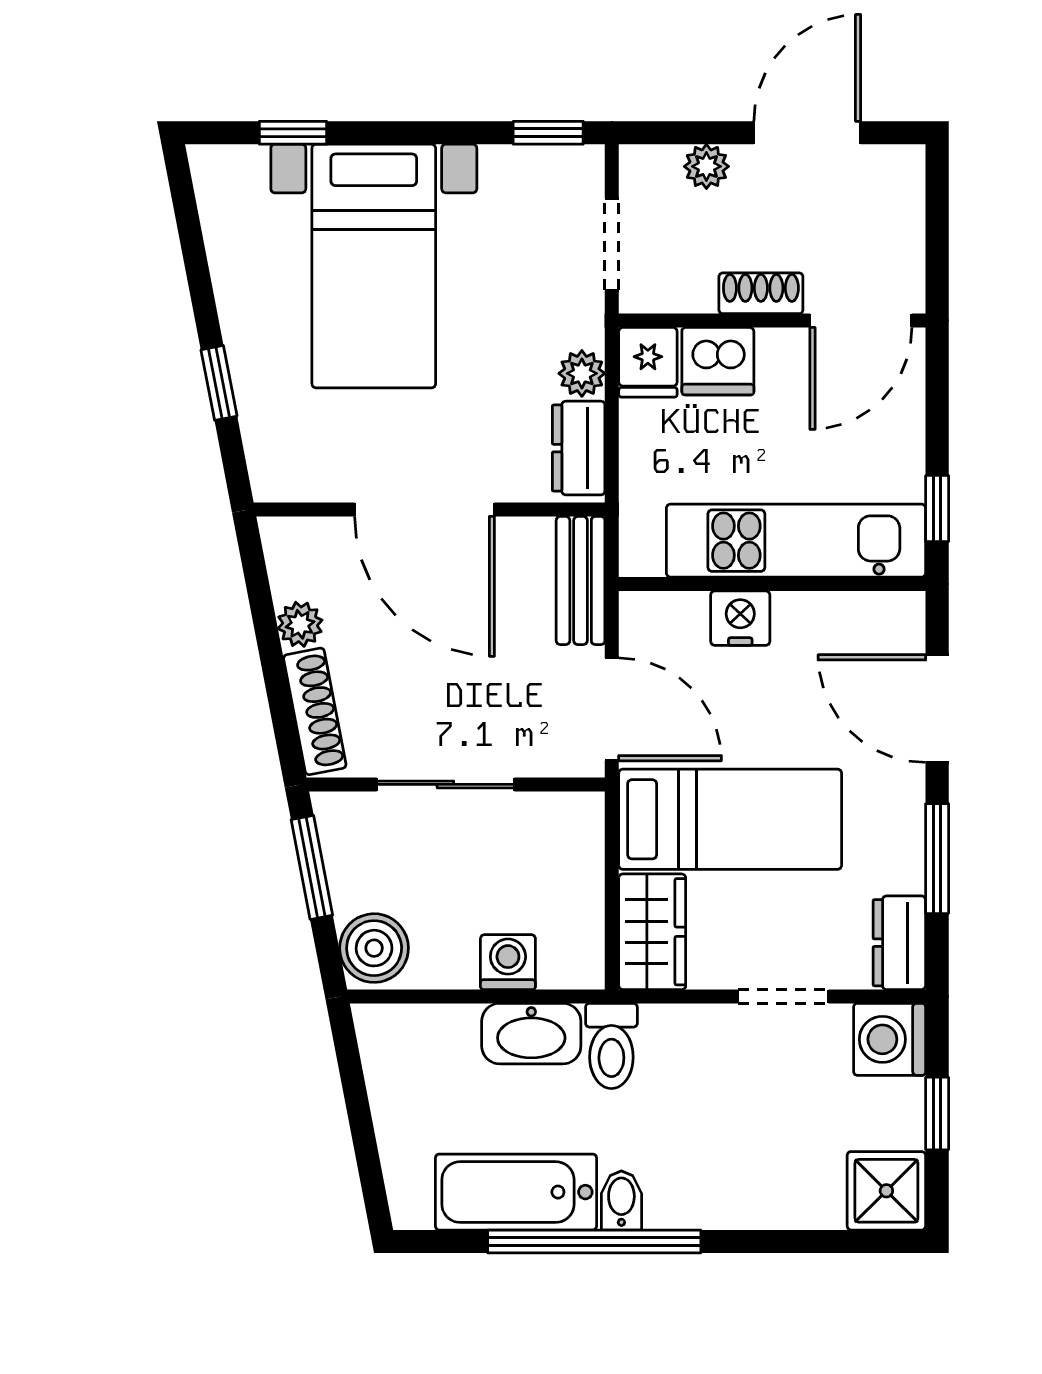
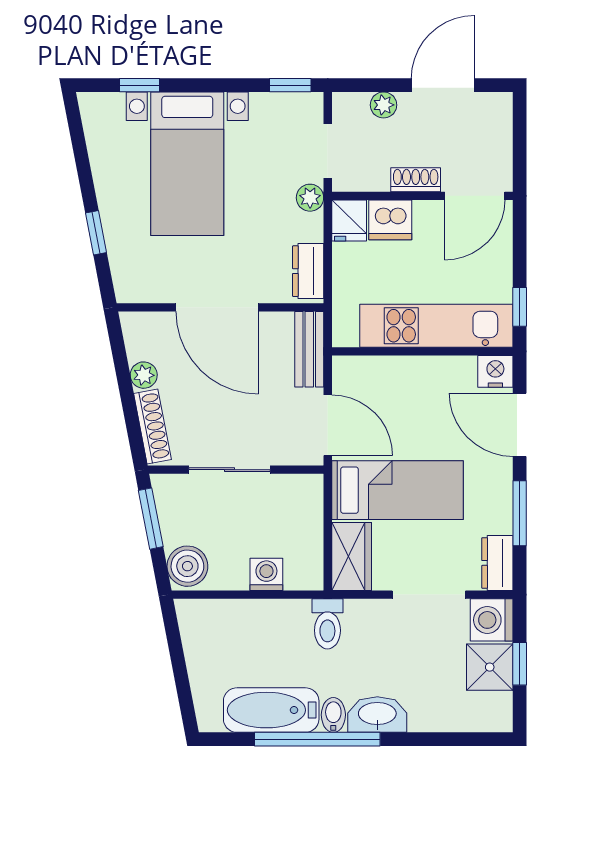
plant: (582, 373) -> (310, 198), moved
nightstand: (740, 618) -> (495, 371), moved
doorway: (783, 996) -> (429, 595), width x1.38
washbasin: (531, 1034) -> (377, 715), moved, turned 180
shower: (886, 1191) -> (490, 667), moved

